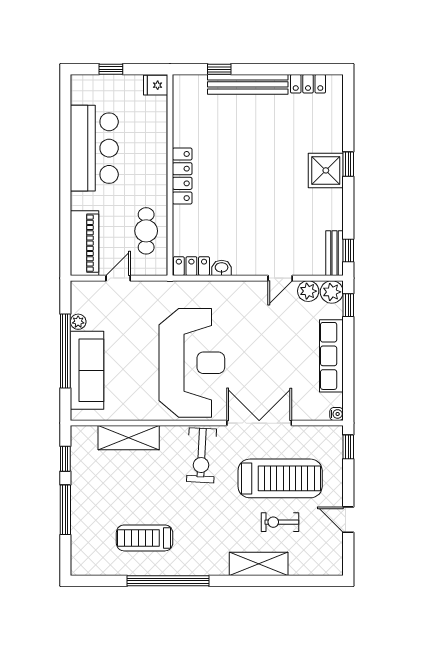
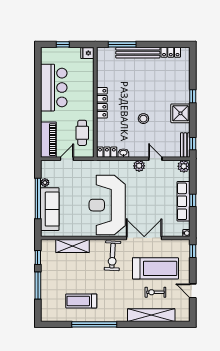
window: (219, 69) -> (122, 44), width x2.17
shower: (326, 170) -> (180, 113), moved
stool: (258, 205) -> (143, 119), added
door: (280, 278) -> (155, 159), swing flipped
plant: (308, 291) -> (139, 166), moved
window: (348, 305) -> (193, 200), moved
reception desk: (192, 363) -> (107, 205), turned 180
shelving: (259, 564) -> (151, 315), width x1.47

